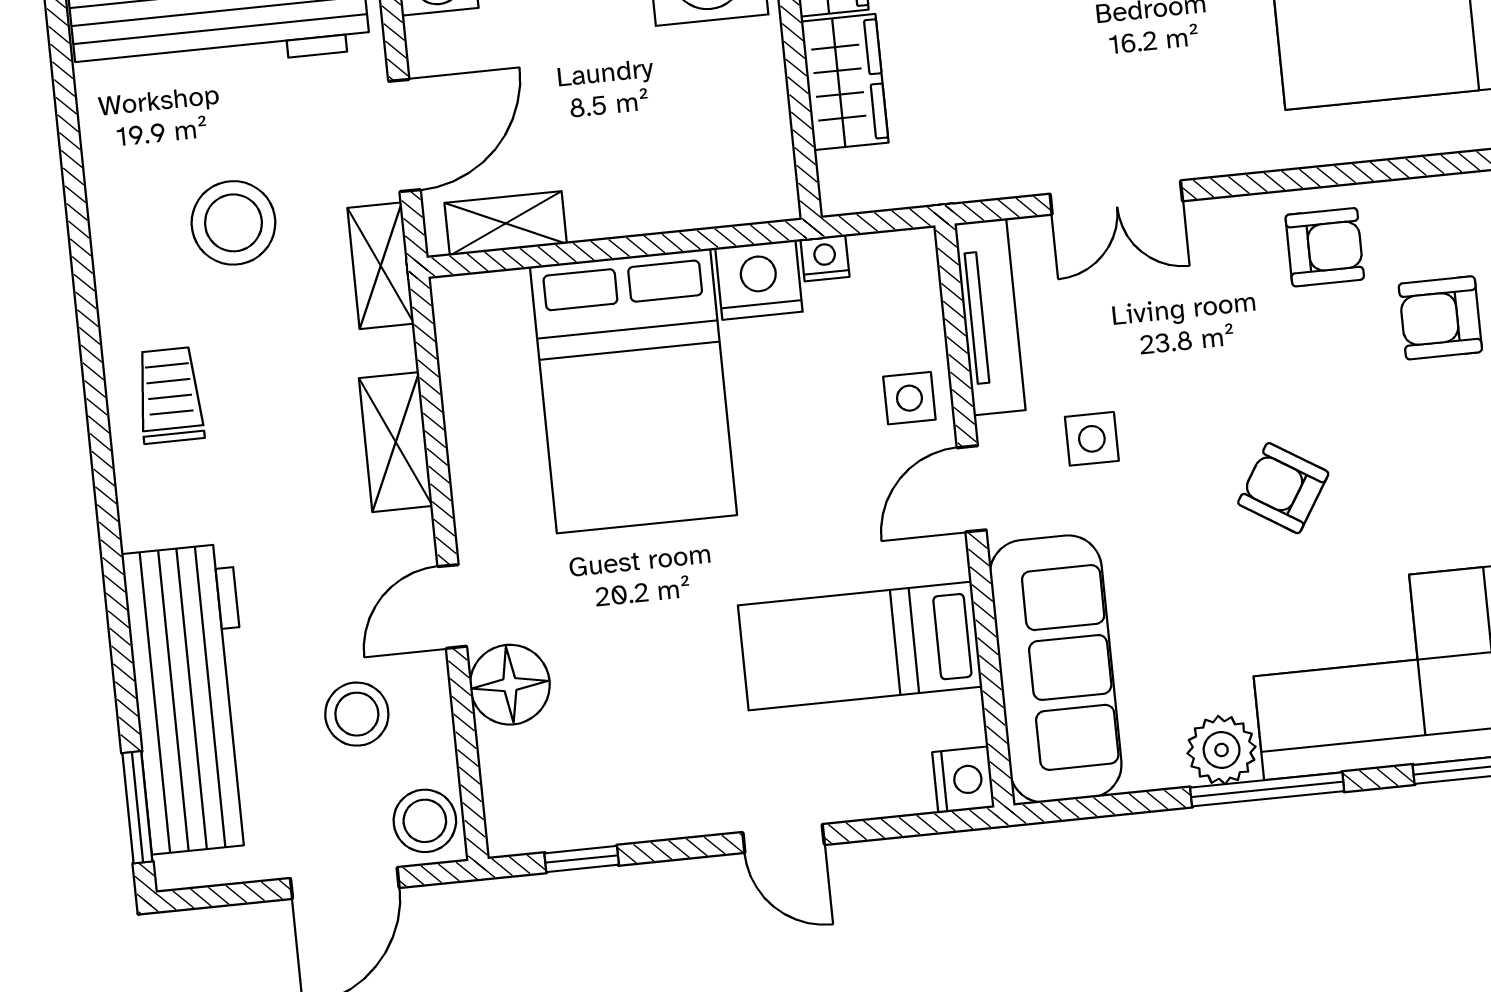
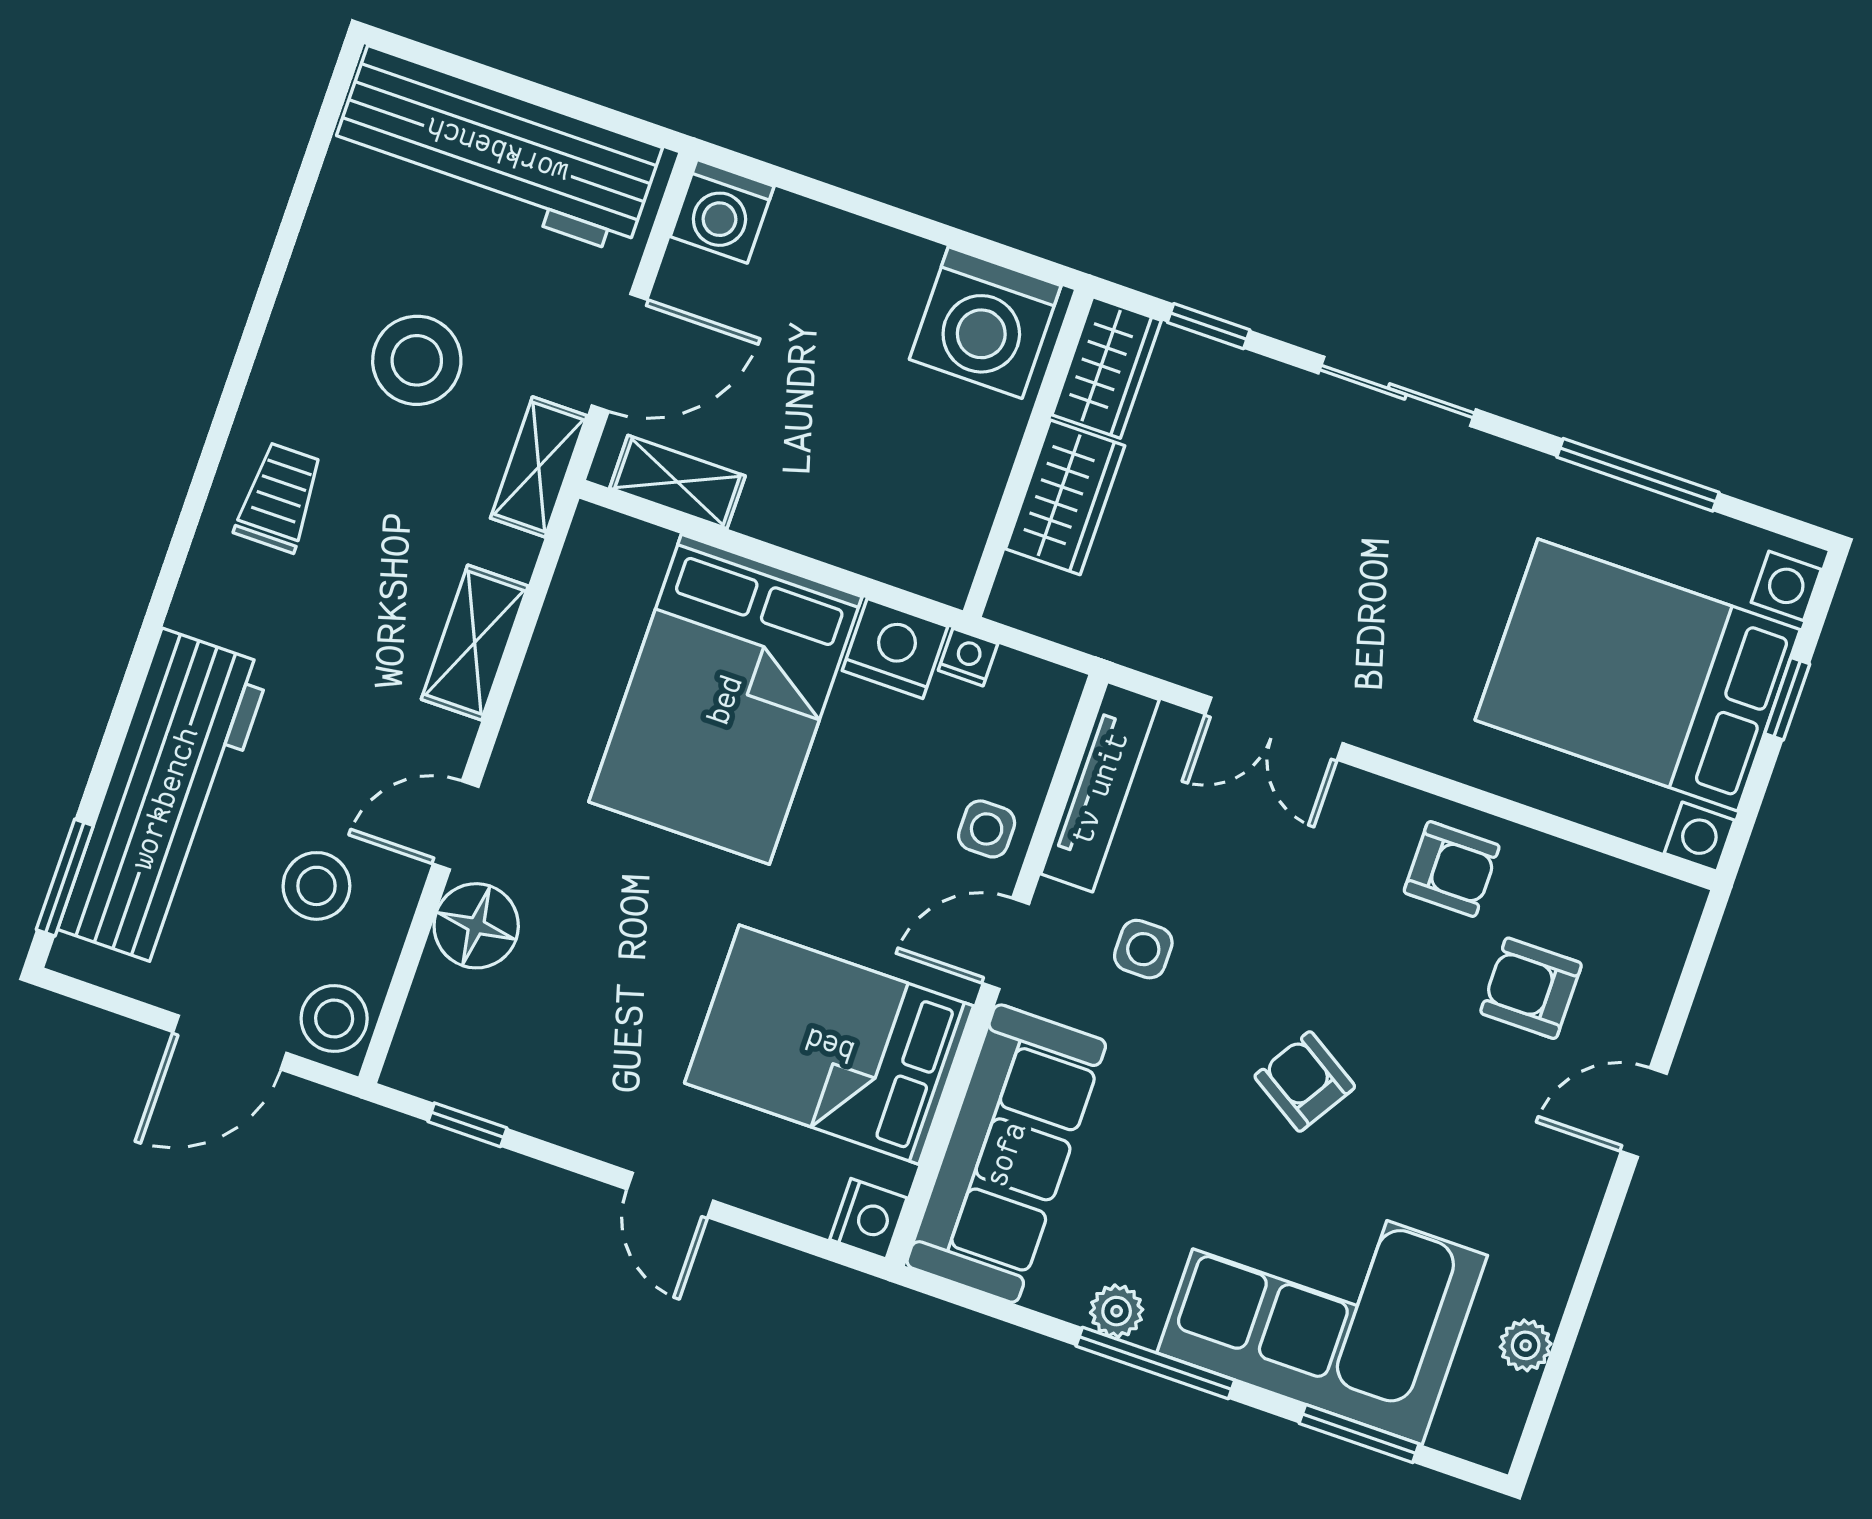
bed: (860, 646) -> (829, 1045), width x1.50
plant: (1222, 750) -> (1117, 1311), width x0.73, depth x0.73

